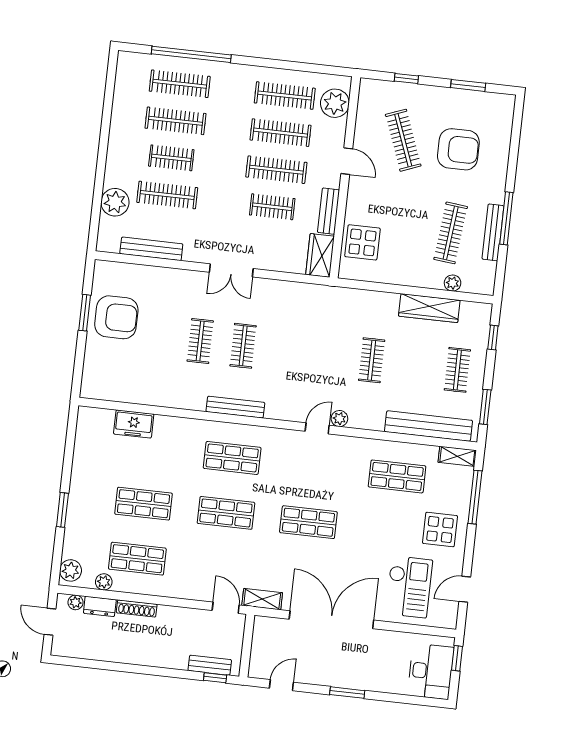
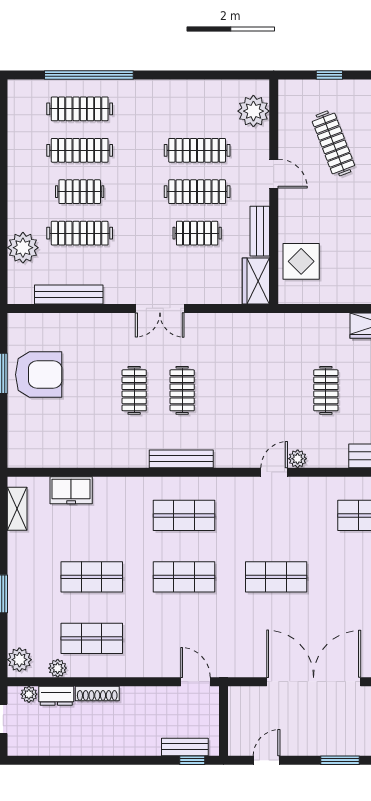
clothes rail: (285, 96) -> (197, 109), removed
shelving: (262, 599) -> (17, 509), moved, turned 90

